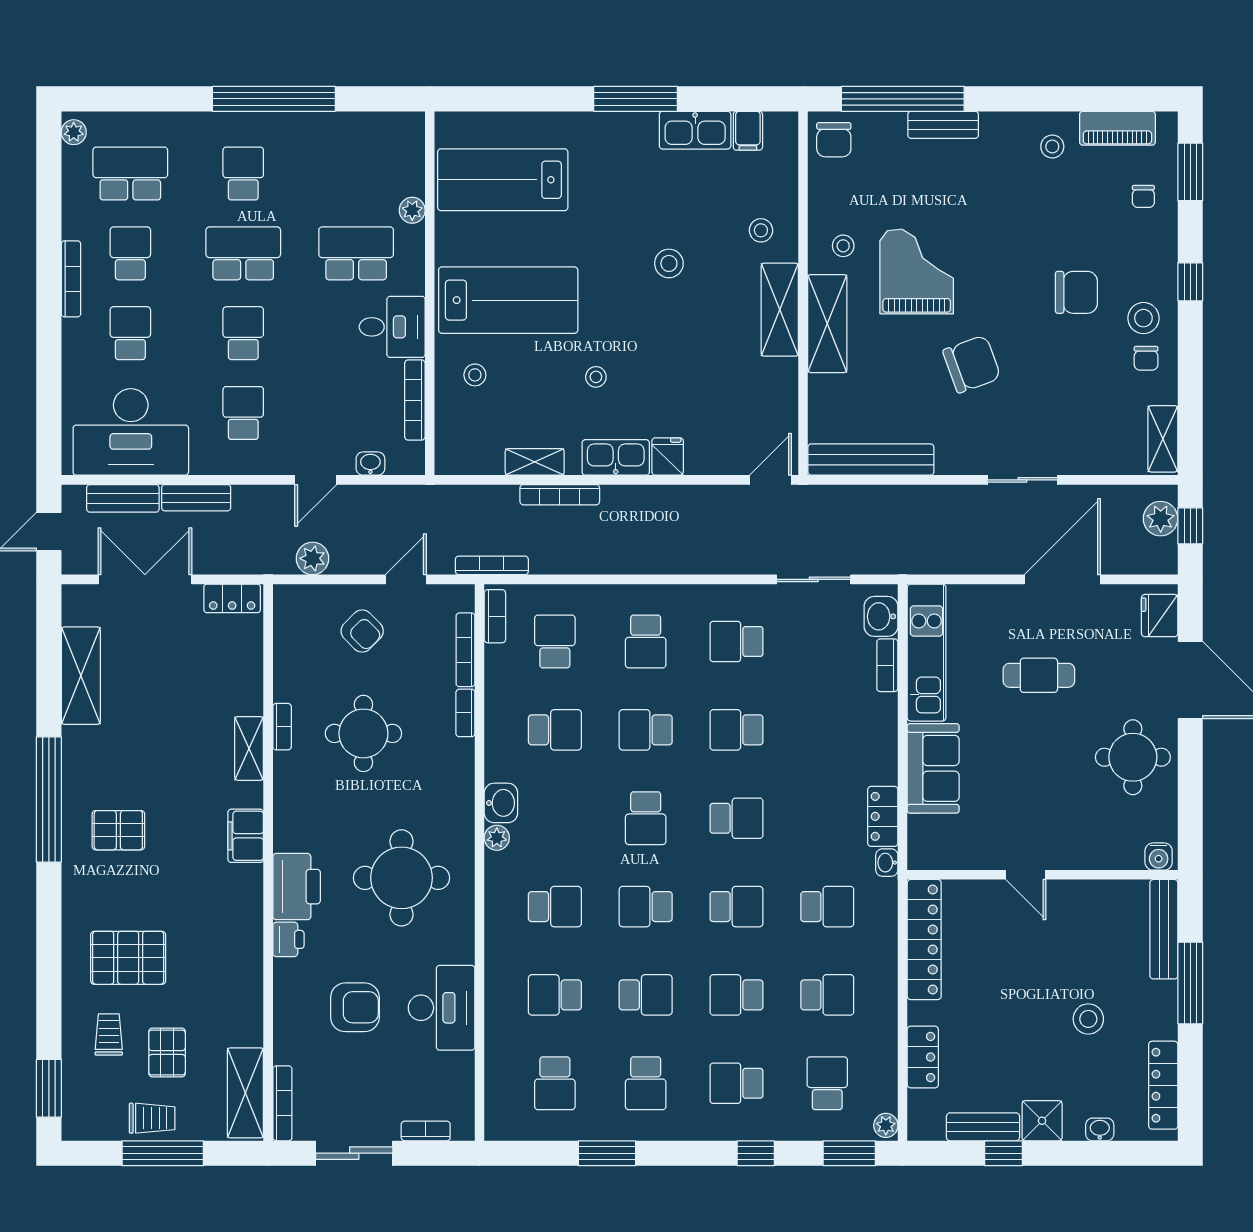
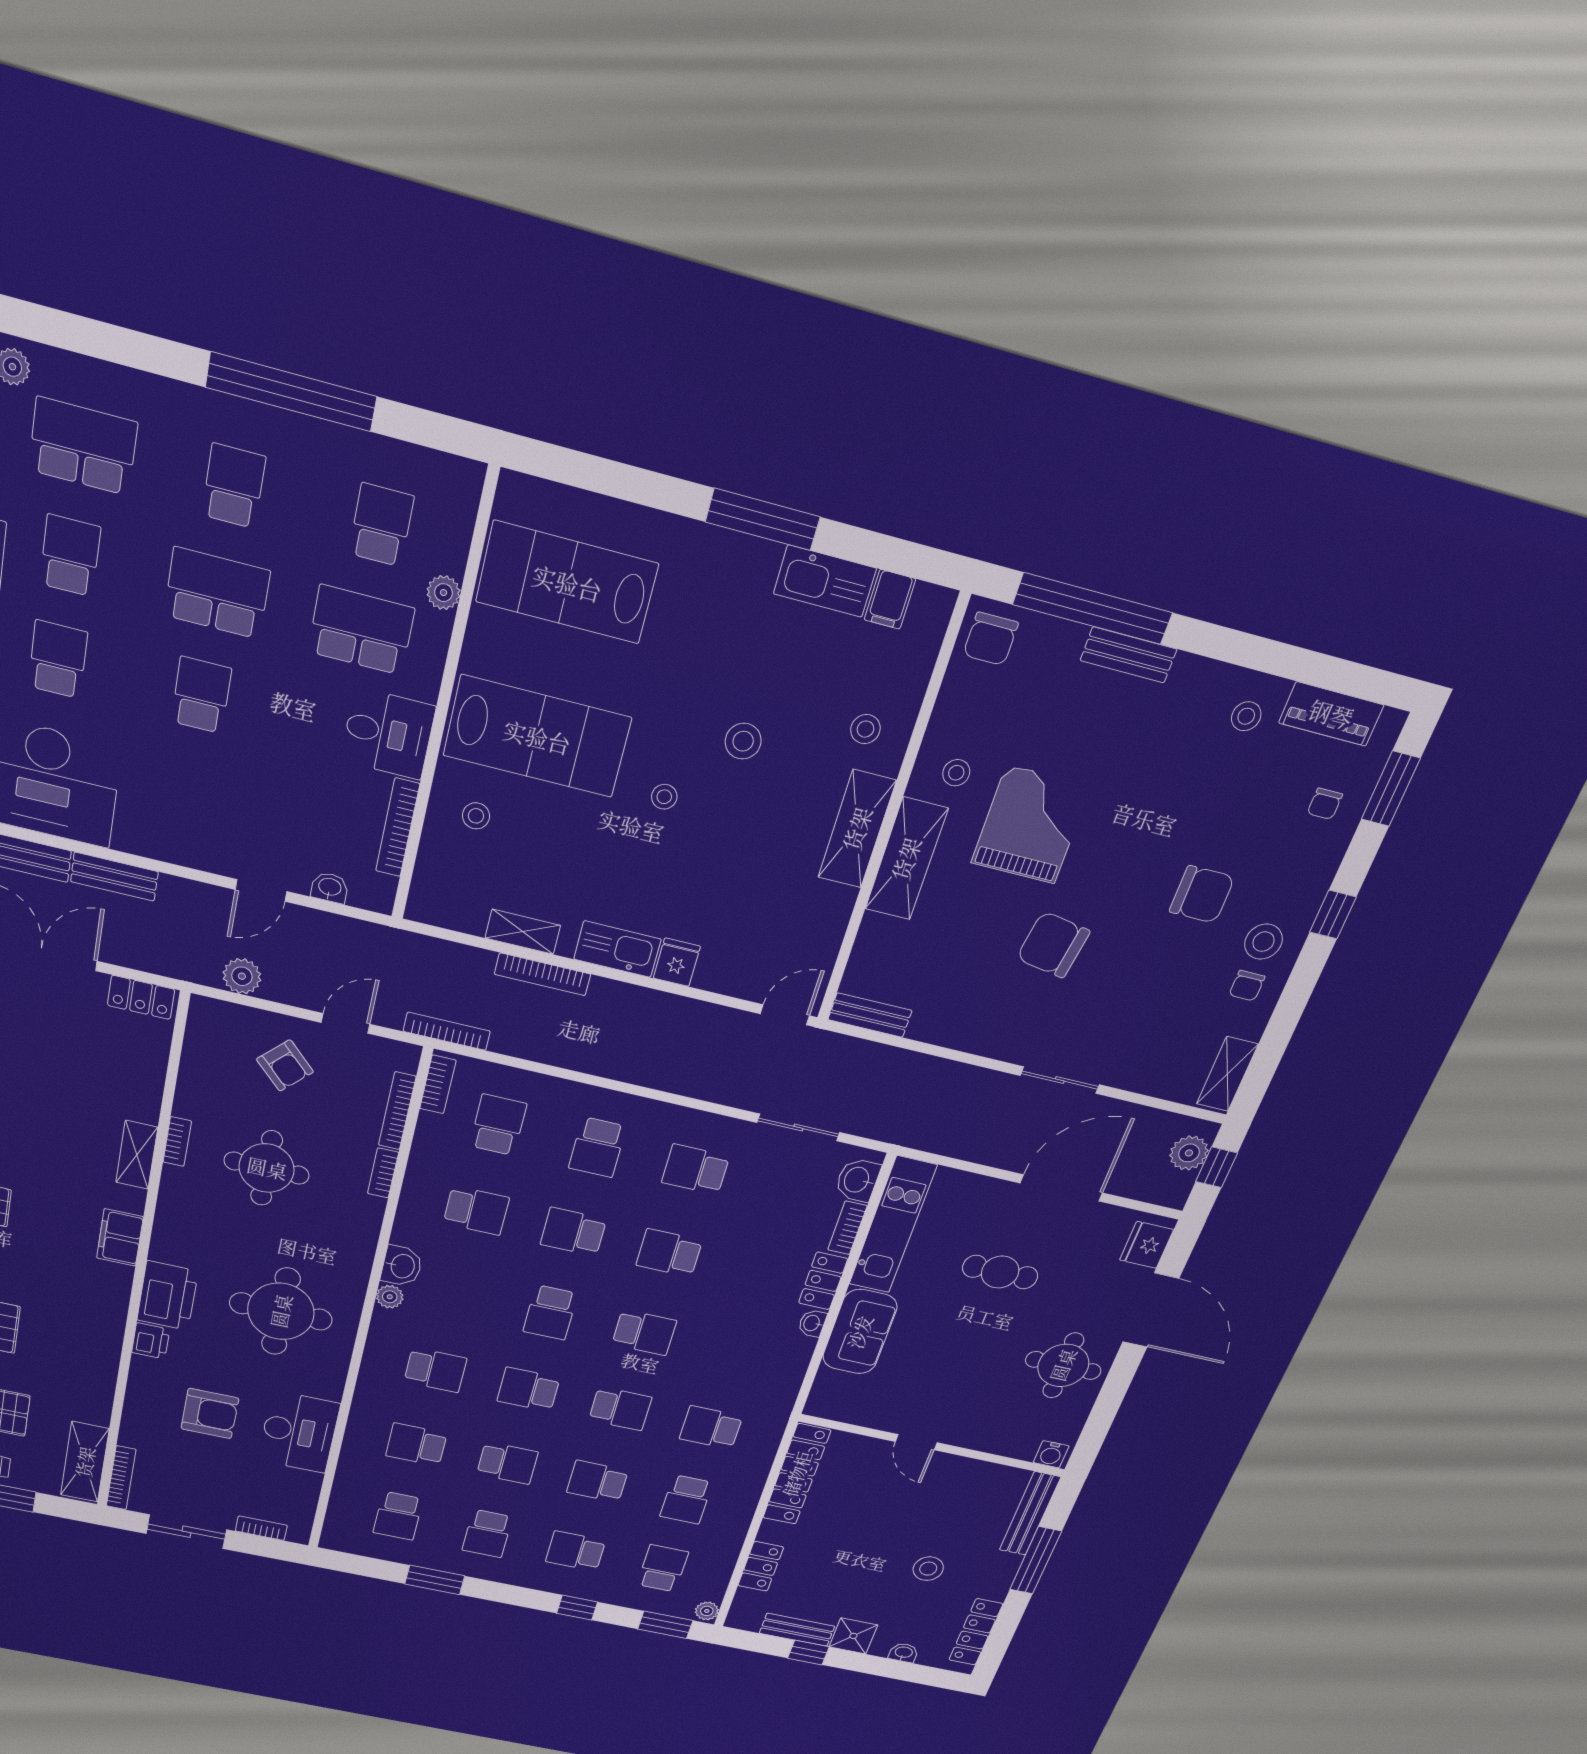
chair: (972, 364) -> (1053, 945), turned -151
stool: (596, 377) -> (664, 797), moved
school desk: (243, 413) -> (381, 525), moved
bench: (871, 460) -> (870, 1015), width x0.54, depth x0.82
locker: (883, 816) -> (823, 1281), moved
washbasin: (887, 863) -> (812, 1323), moved
school desk: (827, 907) -> (711, 1428), turned 180
school desk: (827, 995) -> (686, 1499), turned 90

